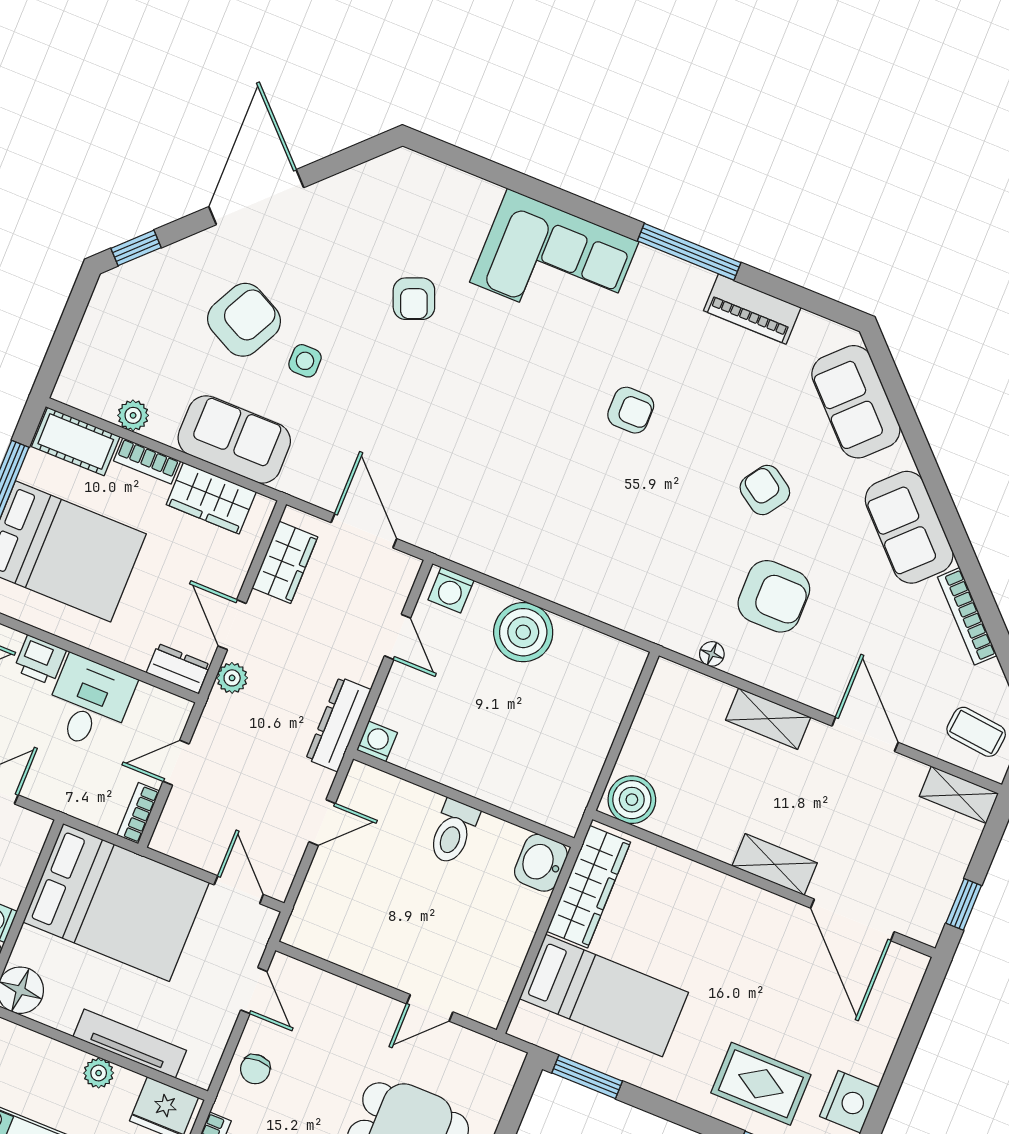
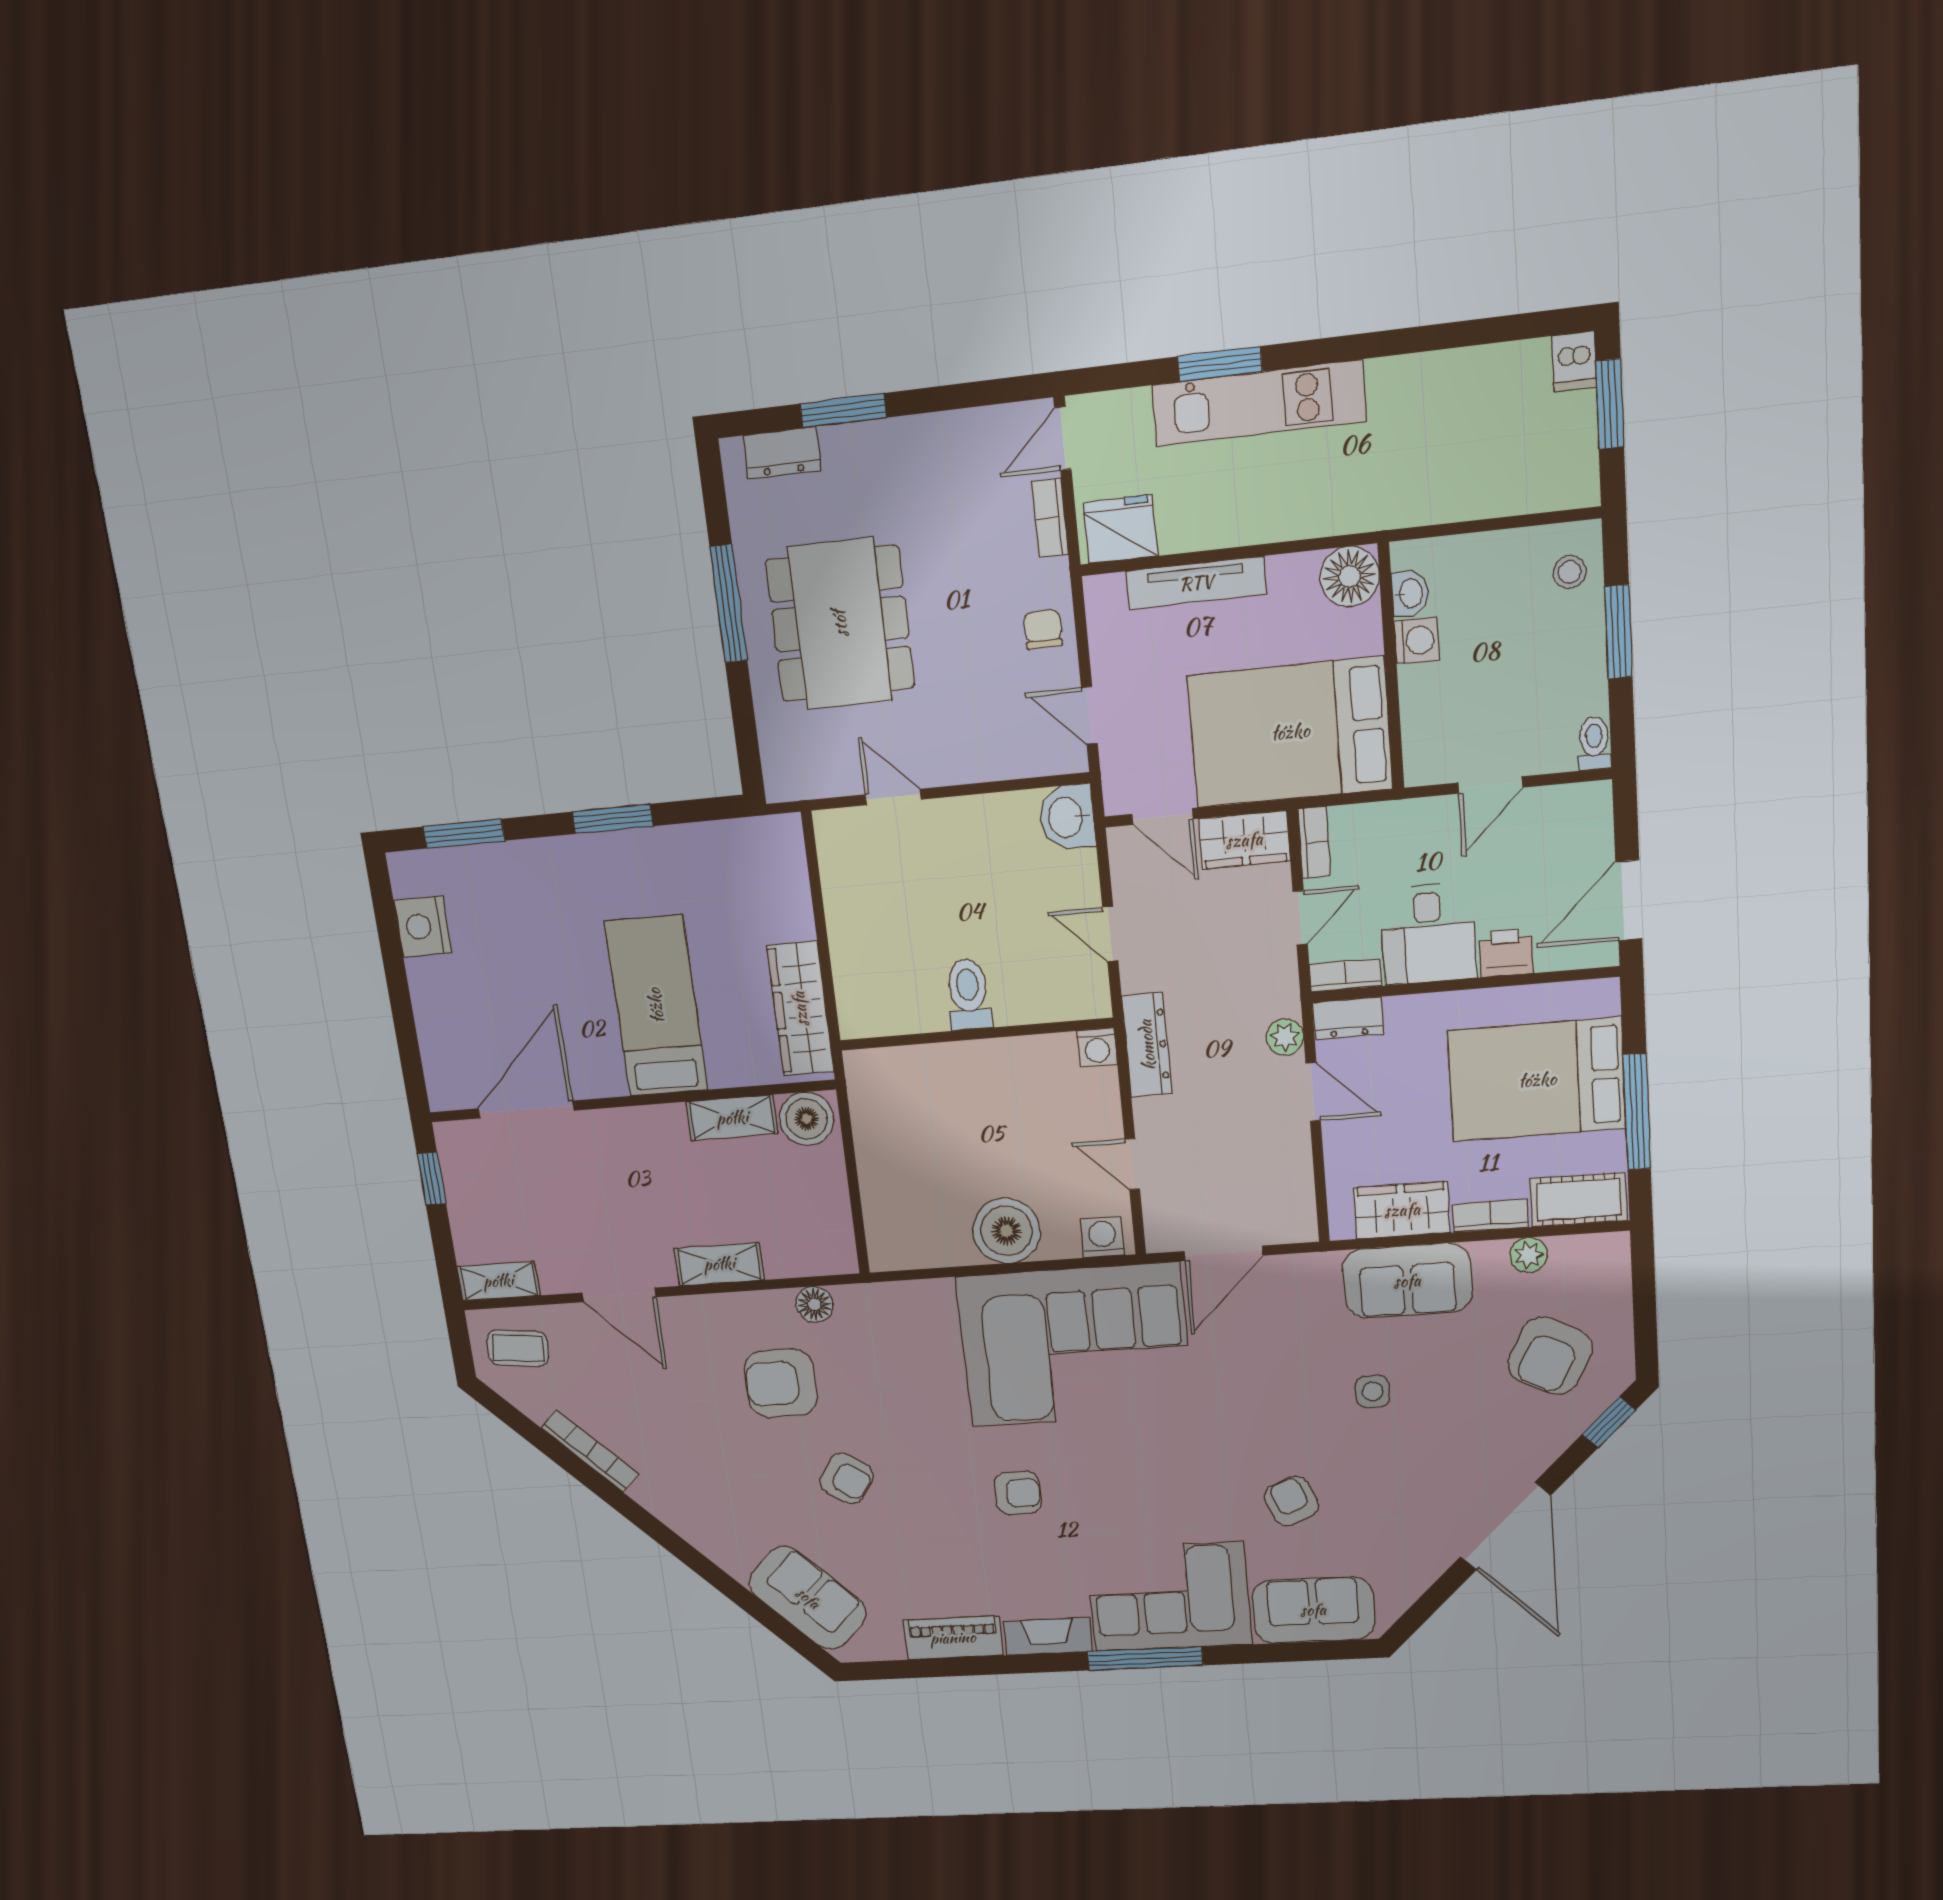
window: (689, 252) -> (1145, 1659), moved
fireplace: (672, 273) -> (1048, 1636), added
armchair: (244, 320) -> (1550, 1356), moved
armchair: (631, 410) -> (1018, 1493), turned 180
corner sofa: (519, 513) -> (1075, 1345), added
sofa: (909, 527) -> (1313, 1610), moved, turned -45
door: (364, 531) -> (1223, 1253), hinge flipped
wardrobe: (285, 562) -> (1244, 840), moved, turned -90
floor lamp: (712, 654) -> (815, 1304), width x1.37, depth x1.37
bookcase: (164, 702) -> (1345, 975), added
door: (322, 823) -> (1110, 934), hinge flipped
washbasin: (541, 863) -> (1067, 817), moved, turned 180
shelving: (775, 864) -> (732, 1118), moved
door: (852, 920) -> (526, 1110), hinge flipped
bed: (604, 996) -> (656, 1006), moved, turned 90
door: (430, 1008) -> (893, 797), hinge flipped
plant: (99, 1073) -> (1214, 530), removed
window: (587, 1077) -> (613, 819), moved
rug: (761, 1084) -> (518, 898), removed

